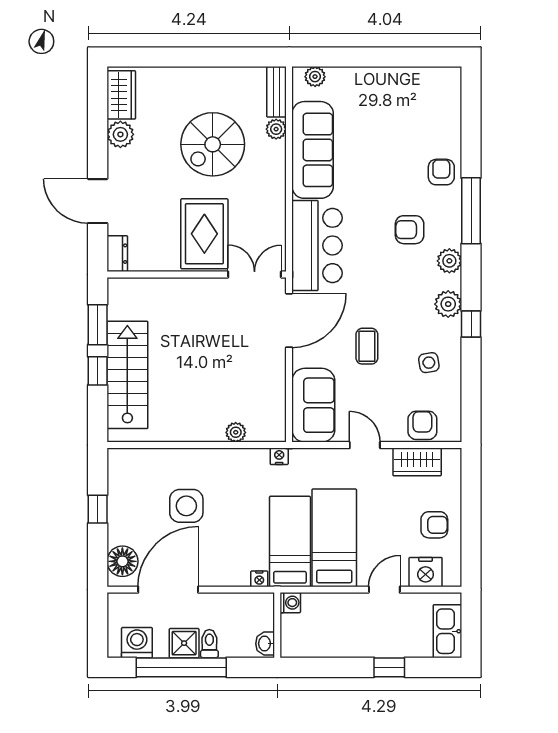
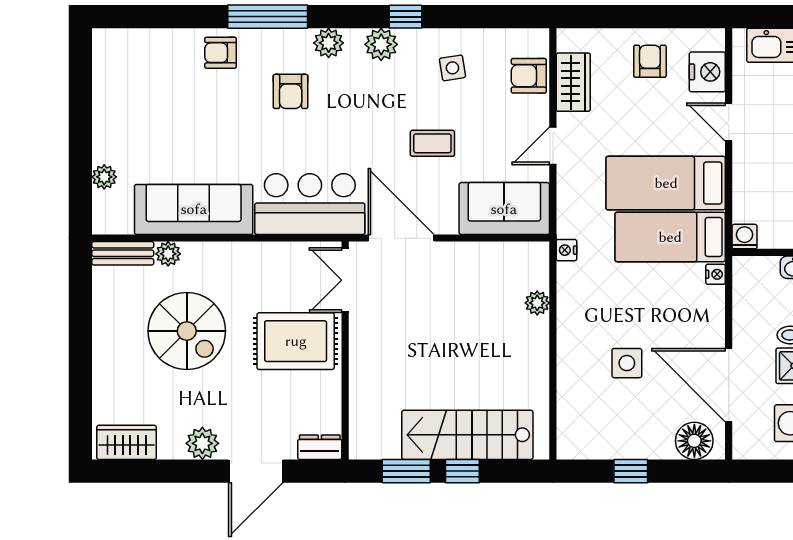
plant: (315, 77) -> (104, 177), moved
plant: (120, 134) -> (202, 443), moved
side table: (186, 506) -> (627, 363), width x0.73, depth x0.73

